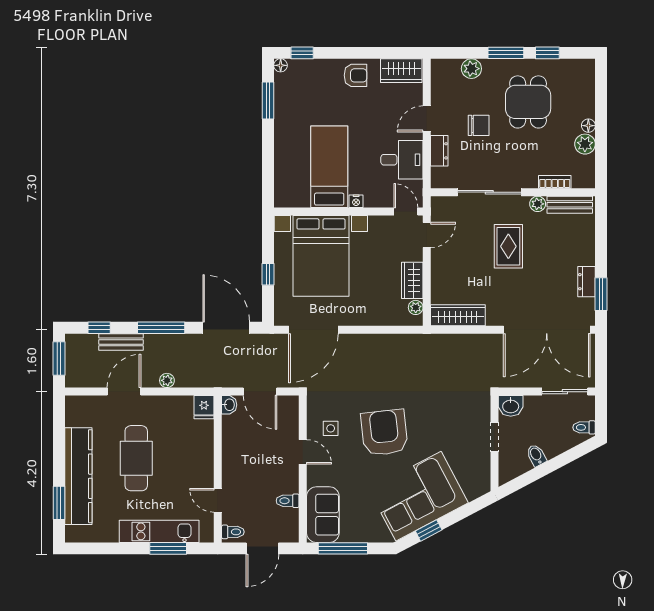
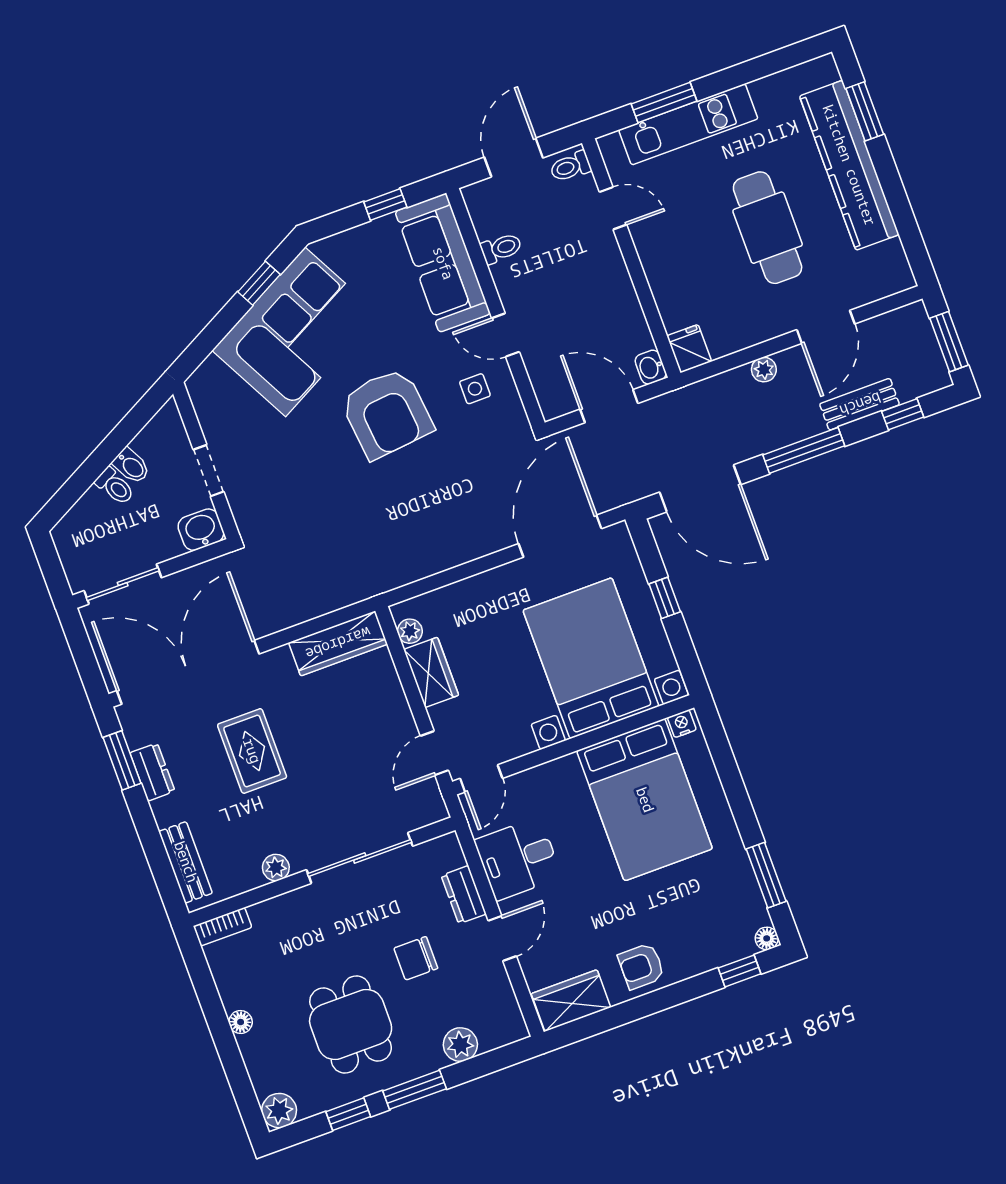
plant: (585, 144) -> (279, 1111), moved
bed: (329, 167) -> (645, 800), width x1.50
bookcase: (555, 182) -> (223, 927), moved
nightstand: (356, 201) -> (682, 724), moved
bench: (570, 205) -> (186, 862), moved, turned 90
door: (406, 212) -> (481, 778), hinge flipped
rug: (508, 246) -> (252, 751), moved
toilet: (584, 427) -> (115, 486), moved, turned 62
sofa: (323, 515) -> (443, 263), width x1.36
window: (343, 548) -> (385, 204), width x0.46

